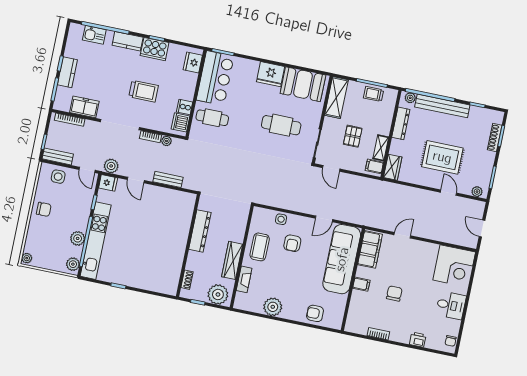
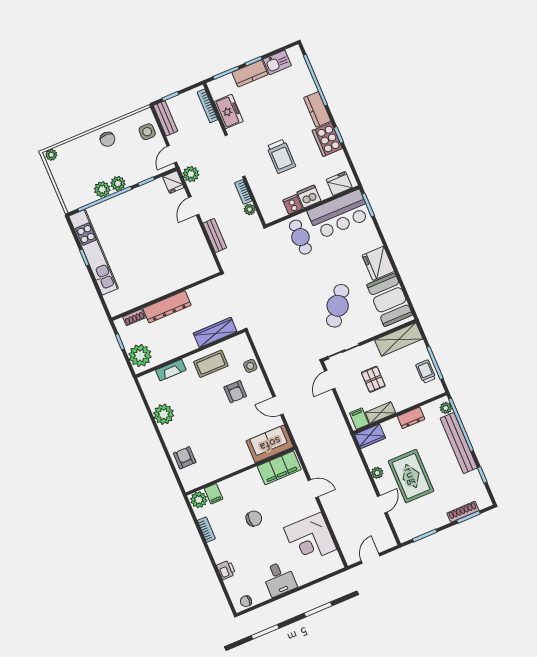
kitchen sink: (94, 35) -> (277, 62), moved, turned -90
dishwasher: (180, 122) -> (309, 197), moved
dresser: (401, 123) -> (411, 418), width x0.70
cafe table: (281, 125) -> (338, 306), turned 37
pallet: (353, 136) -> (373, 379), turned 90
plant: (477, 192) -> (377, 473), moved
dresser: (200, 231) -> (167, 307), moved
kitchen unit: (96, 241) -> (94, 252), moved, turned -90
armchair: (292, 243) -> (235, 392), turned -90
sofa: (342, 259) -> (270, 444), width x0.54, depth x0.79
wardrobe: (232, 260) -> (215, 332), moved
plant: (73, 264) -> (118, 183), moved
corner desk: (454, 266) -> (310, 539), moved
filing cabinet: (361, 284) -> (214, 494), moved
plant: (353, 324) -> (199, 500), added

